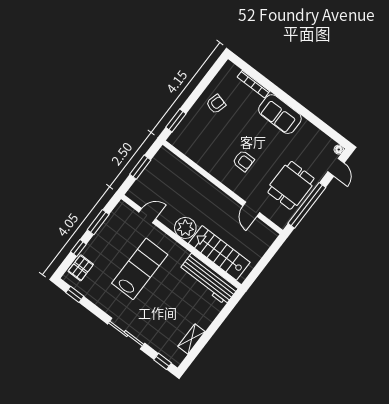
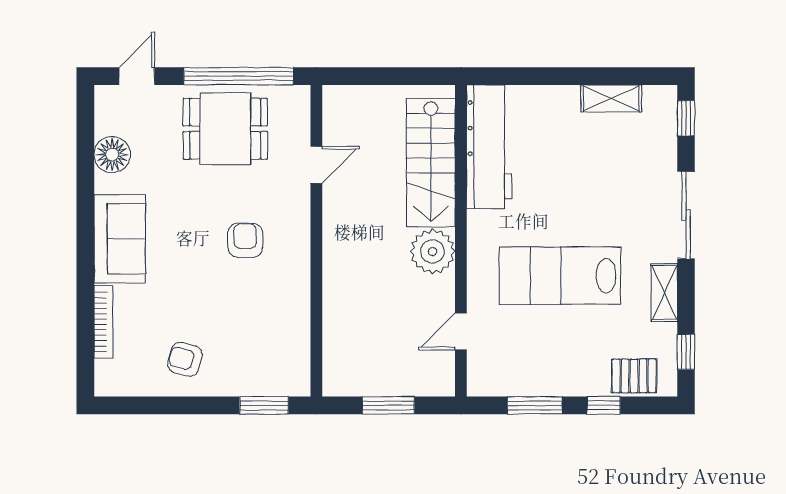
floor lamp: (339, 150) -> (112, 155), moved, width x1.89, depth x1.89
door: (147, 216) -> (461, 331), hinge flipped
shelving: (103, 303) -> (664, 293), added

